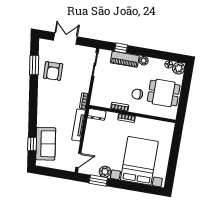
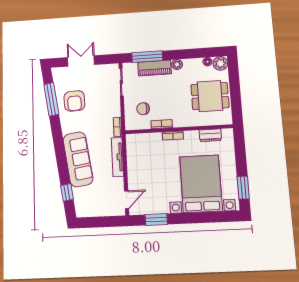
window: (121, 48) -> (147, 57), width x2.17
window: (34, 65) -> (51, 99), width x1.44
chair: (137, 94) -> (143, 109), moved
dresser: (97, 114) -> (210, 135), moved
sofa: (46, 144) -> (78, 159), moved, width x1.36
window: (171, 171) -> (243, 188), added
plant: (105, 172) -> (162, 207), removed

